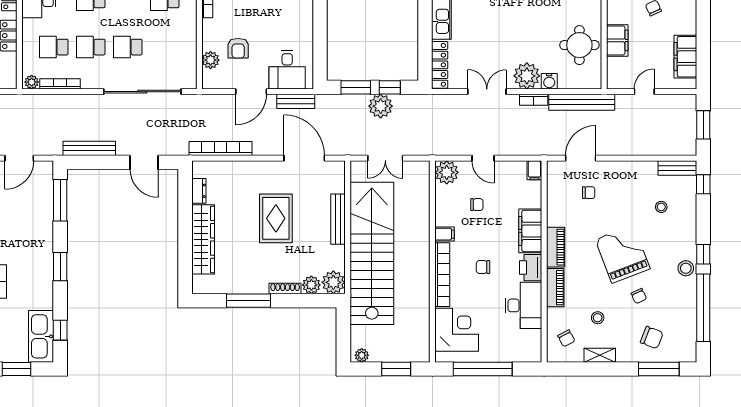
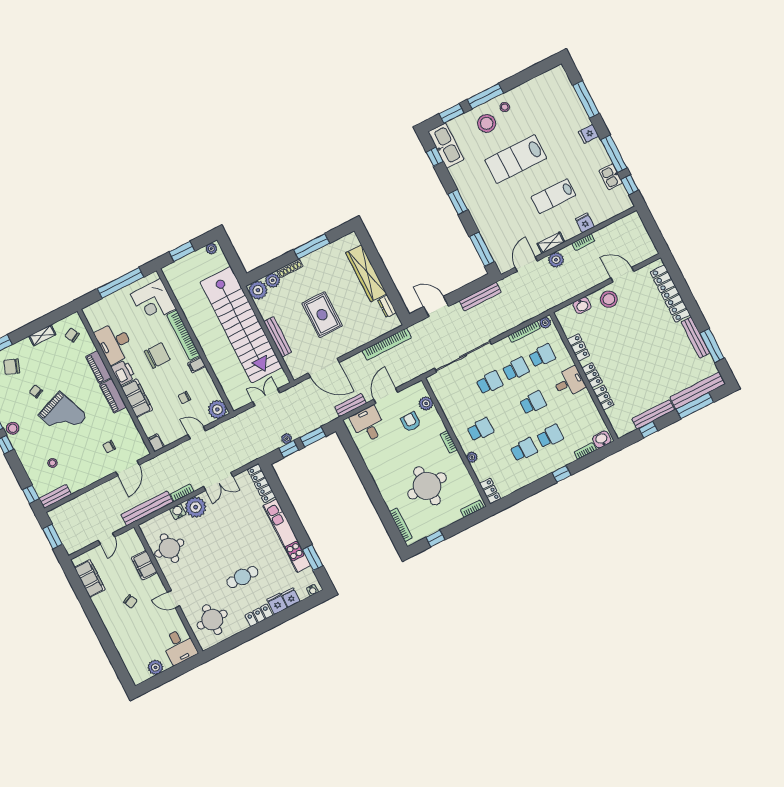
plant: (381, 106) -> (287, 439), width x0.53, depth x0.53
chair: (483, 267) -> (157, 355), width x1.87, depth x1.87
stool: (598, 318) -> (57, 361), removed

